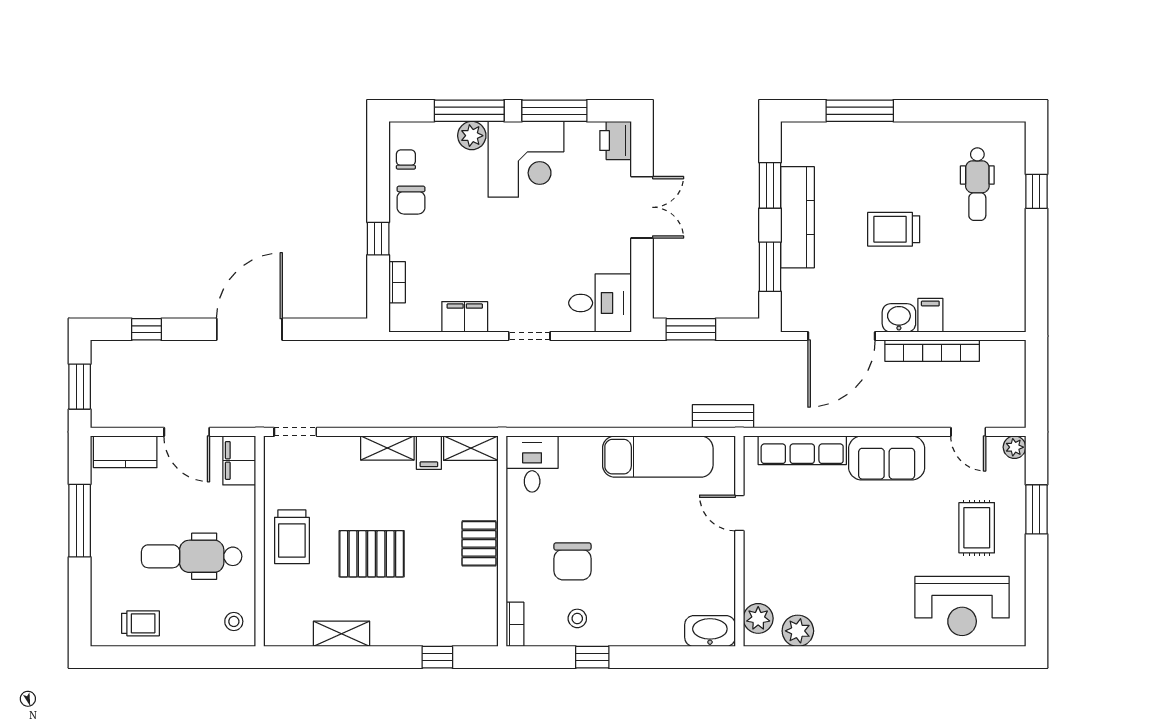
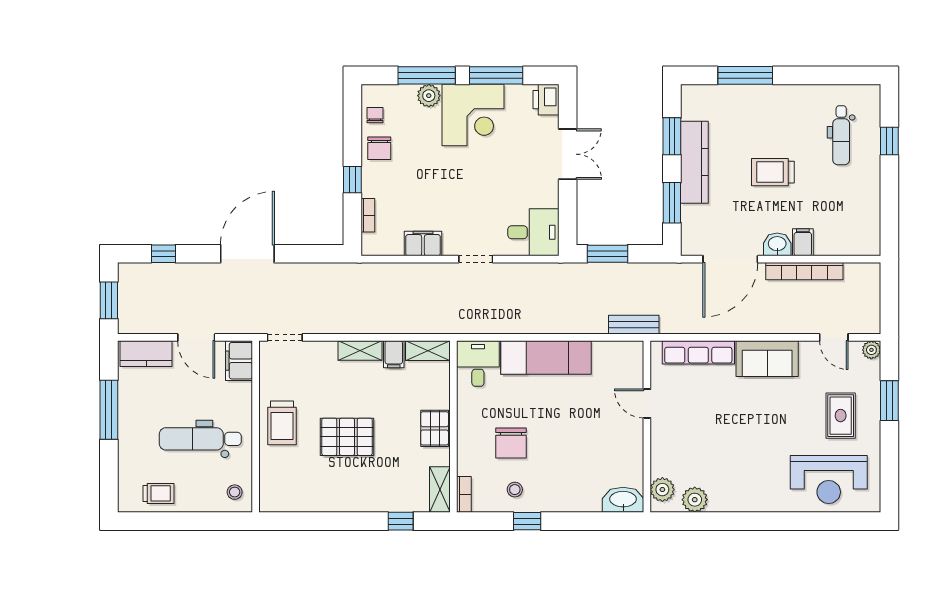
exam couch: (658, 457) -> (546, 358), moved
shelving: (342, 634) -> (440, 490), moved, turned 90

